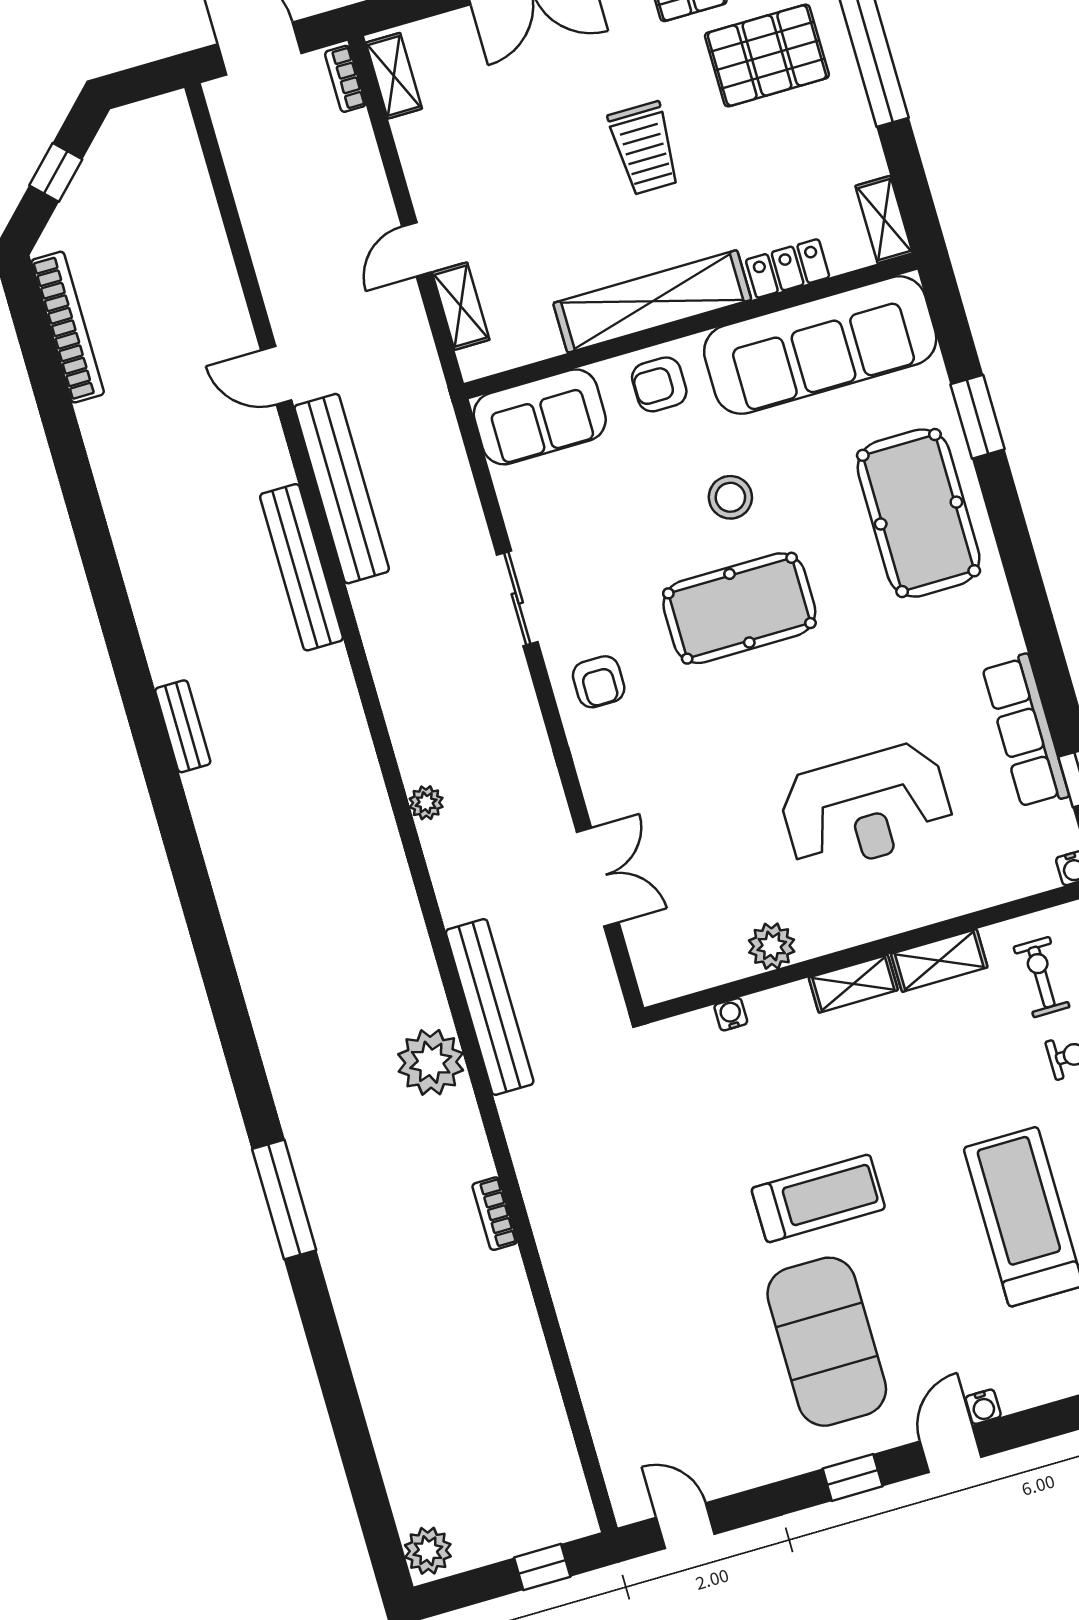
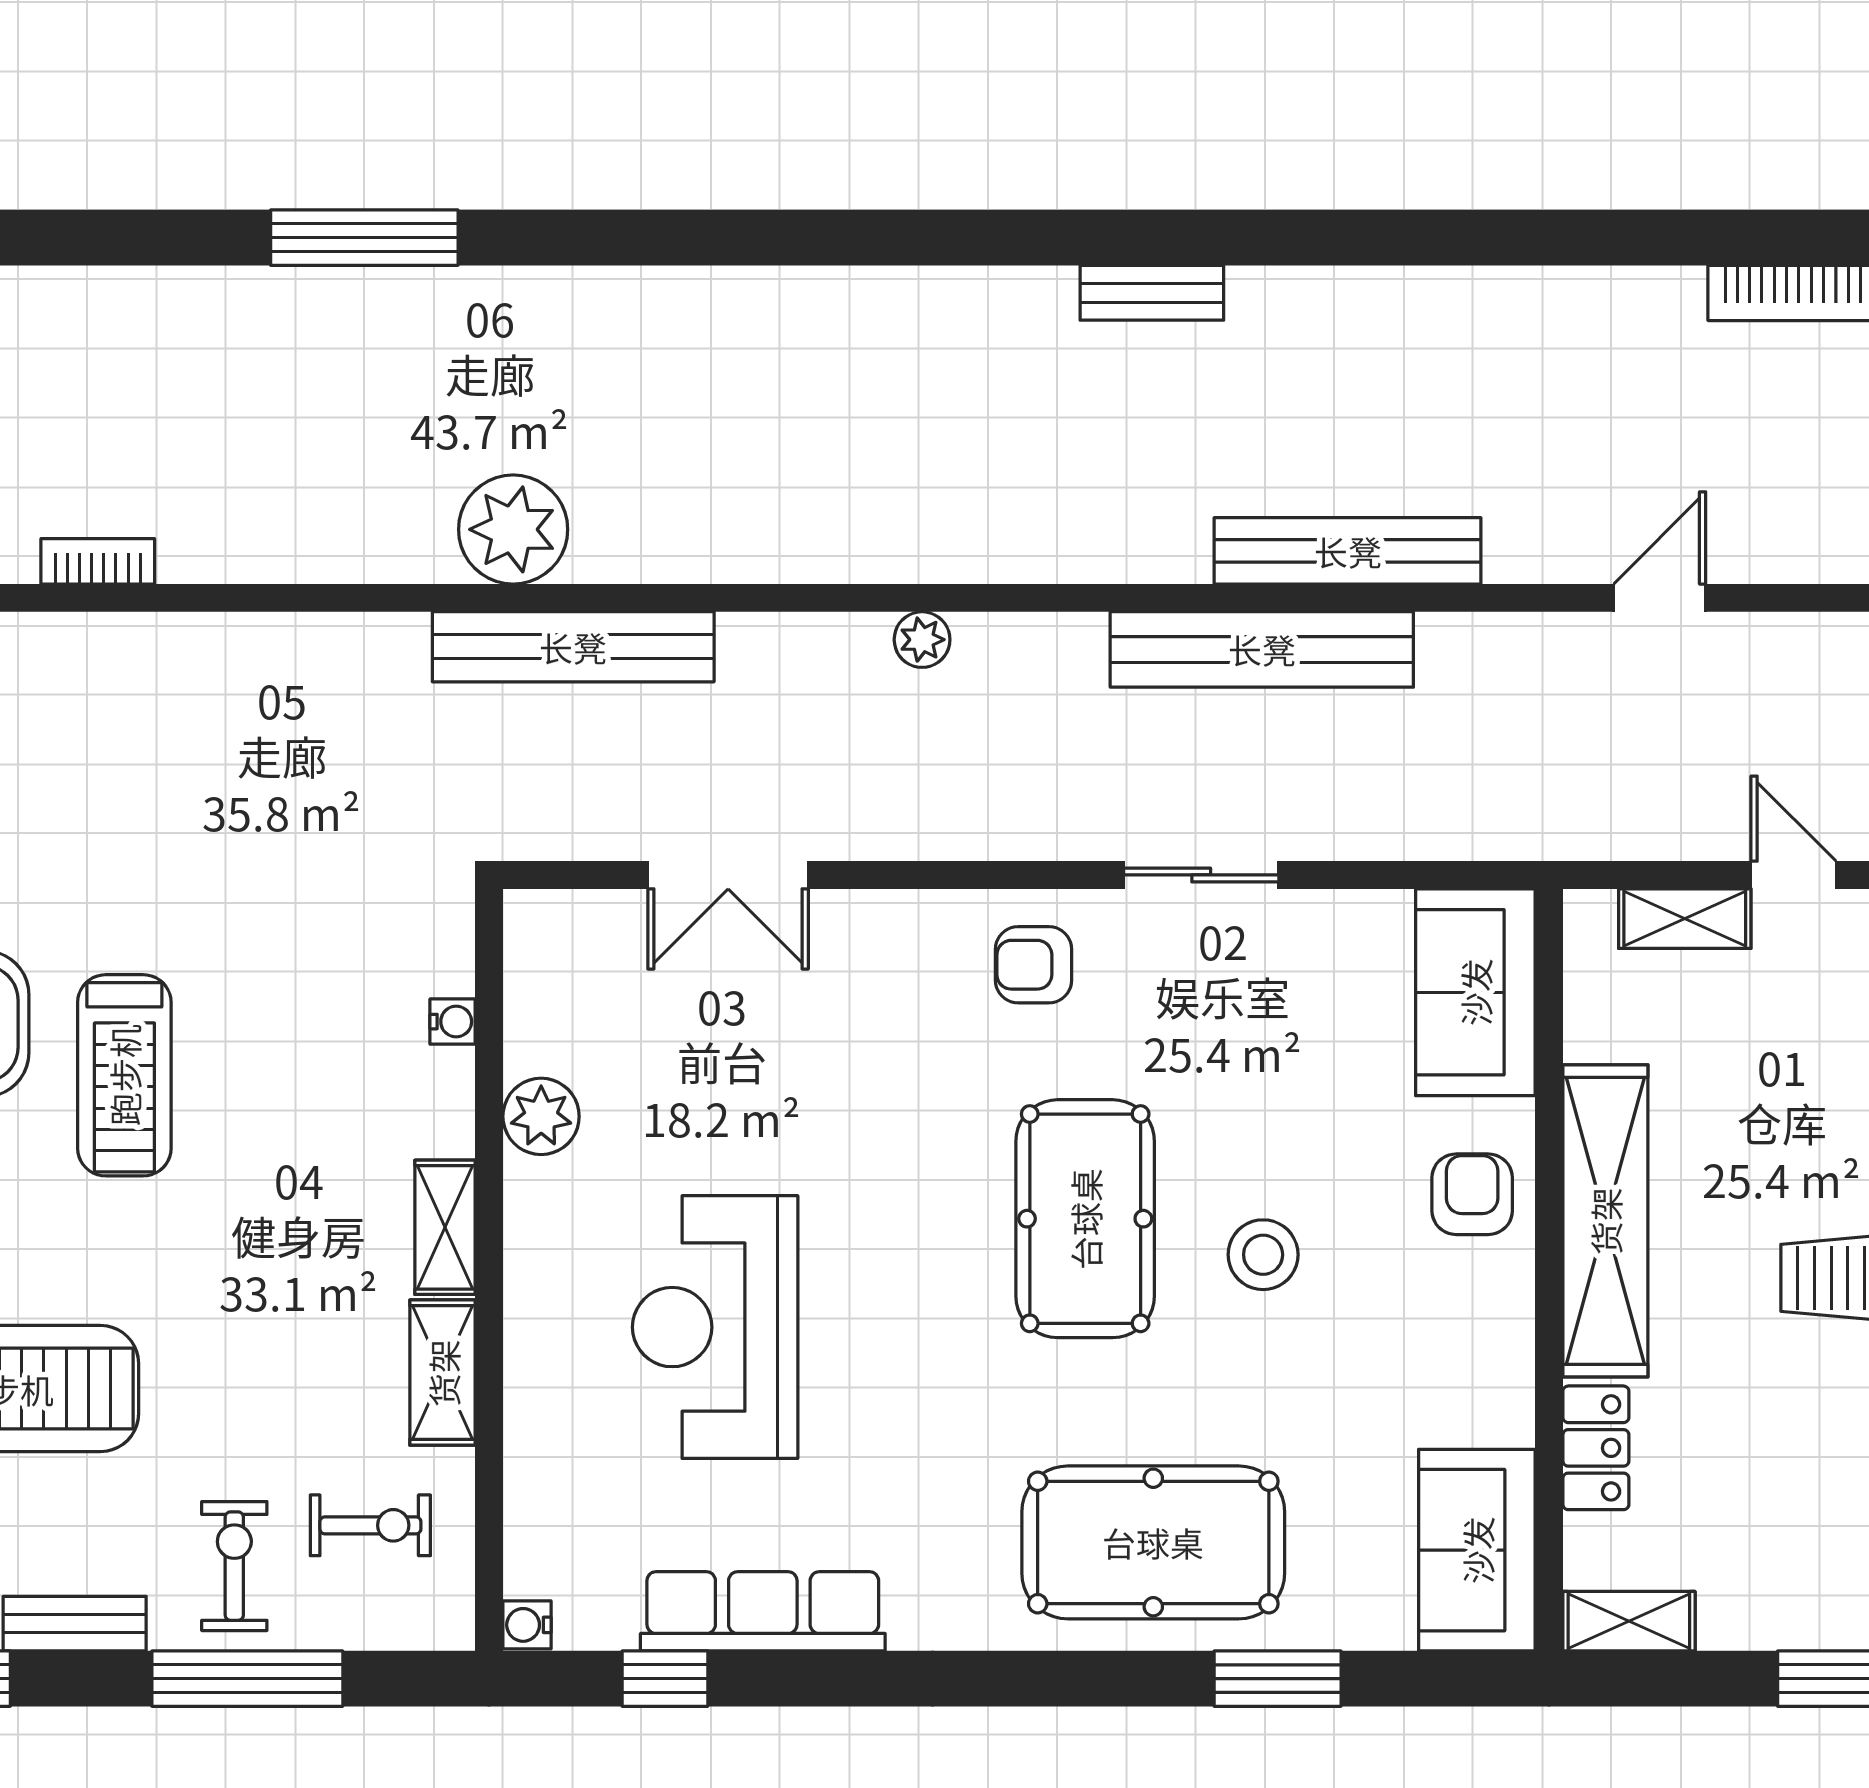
sofa: (820, 345) -> (1477, 1550), width x0.54, depth x0.79
bench: (342, 489) -> (1262, 649), moved
bookcase: (495, 1214) -> (98, 561), moved

